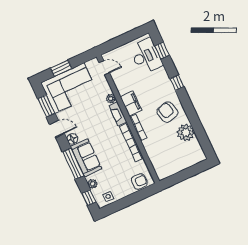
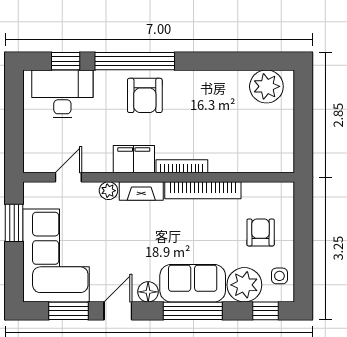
window: (61, 68) -> (14, 223), moved
door: (104, 68) -> (68, 177), moved
window: (177, 83) -> (135, 61), width x3.17
armchair: (167, 112) -> (145, 95), moved, turned -75
plant: (186, 133) -> (266, 86), moved
armchair: (139, 181) -> (261, 232), moved
plant: (93, 184) -> (244, 285), width x1.88, depth x1.88

